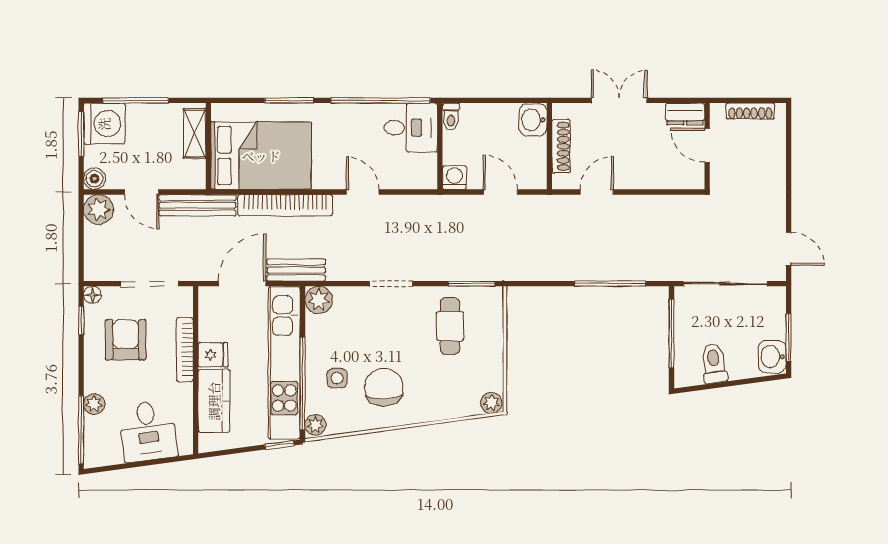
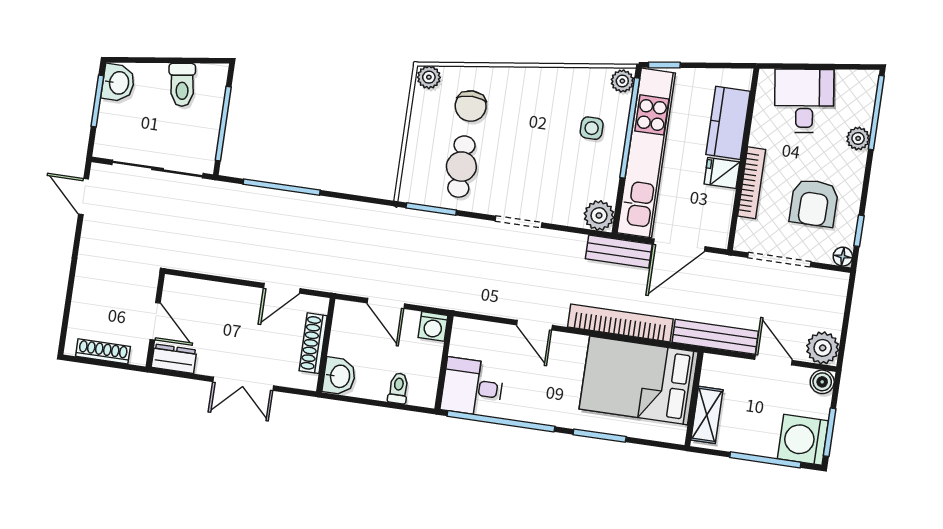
toilet: (451, 117) -> (398, 388), moved
chair: (384, 387) -> (471, 106), moved, width x0.73, depth x0.73

